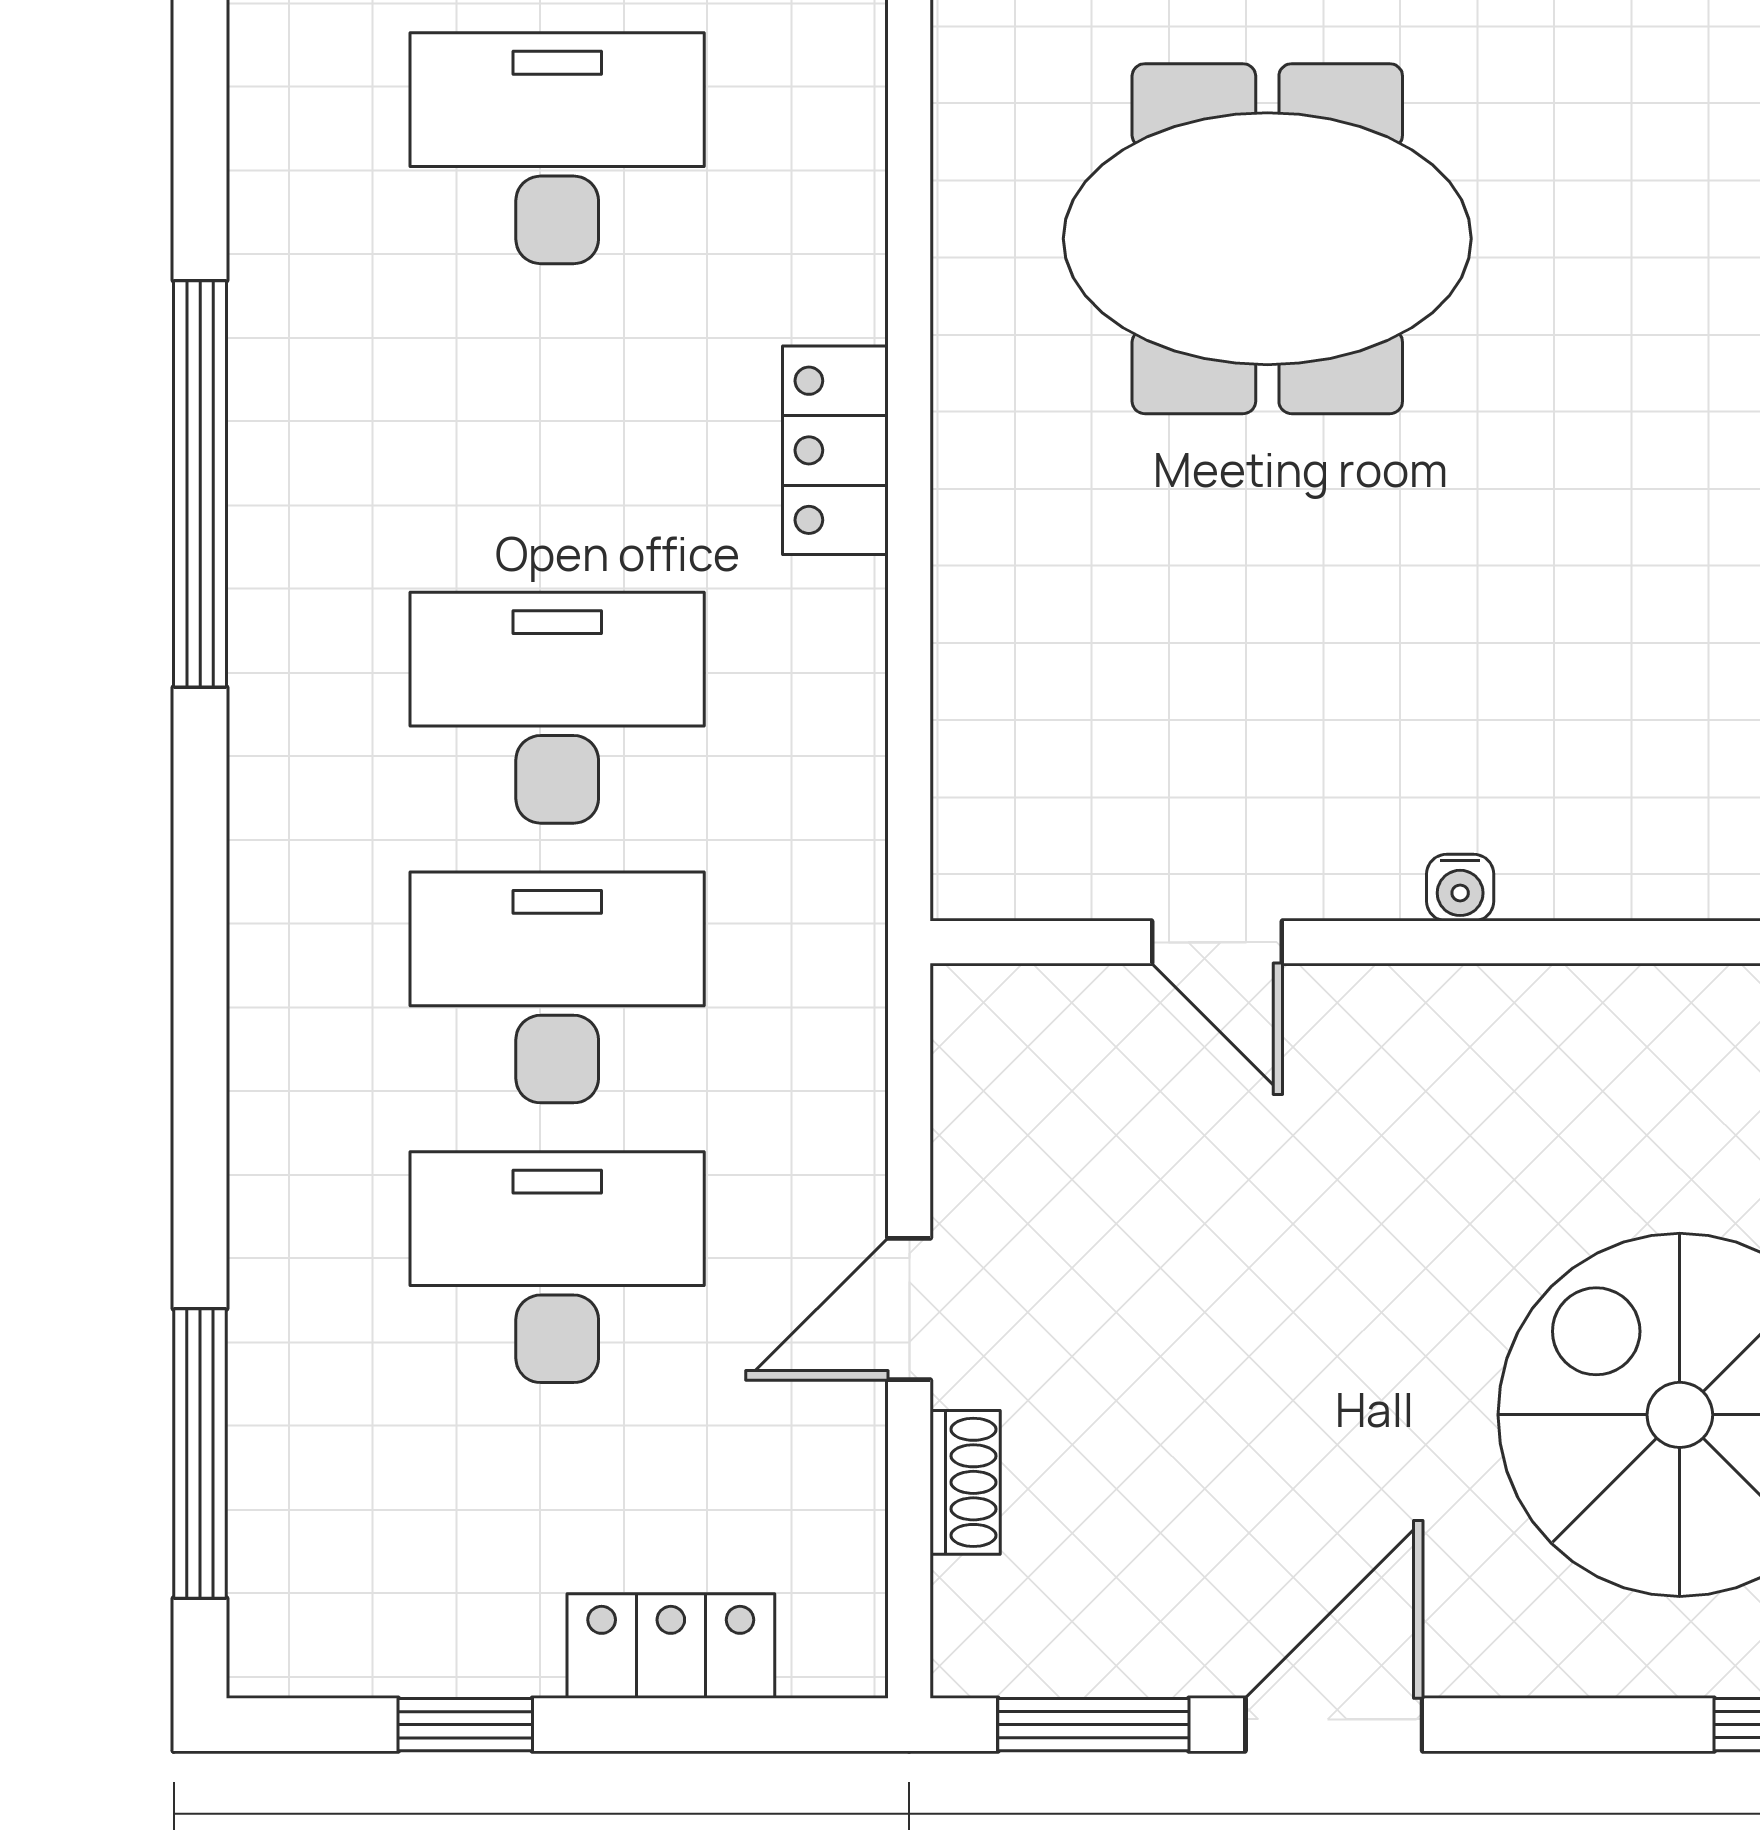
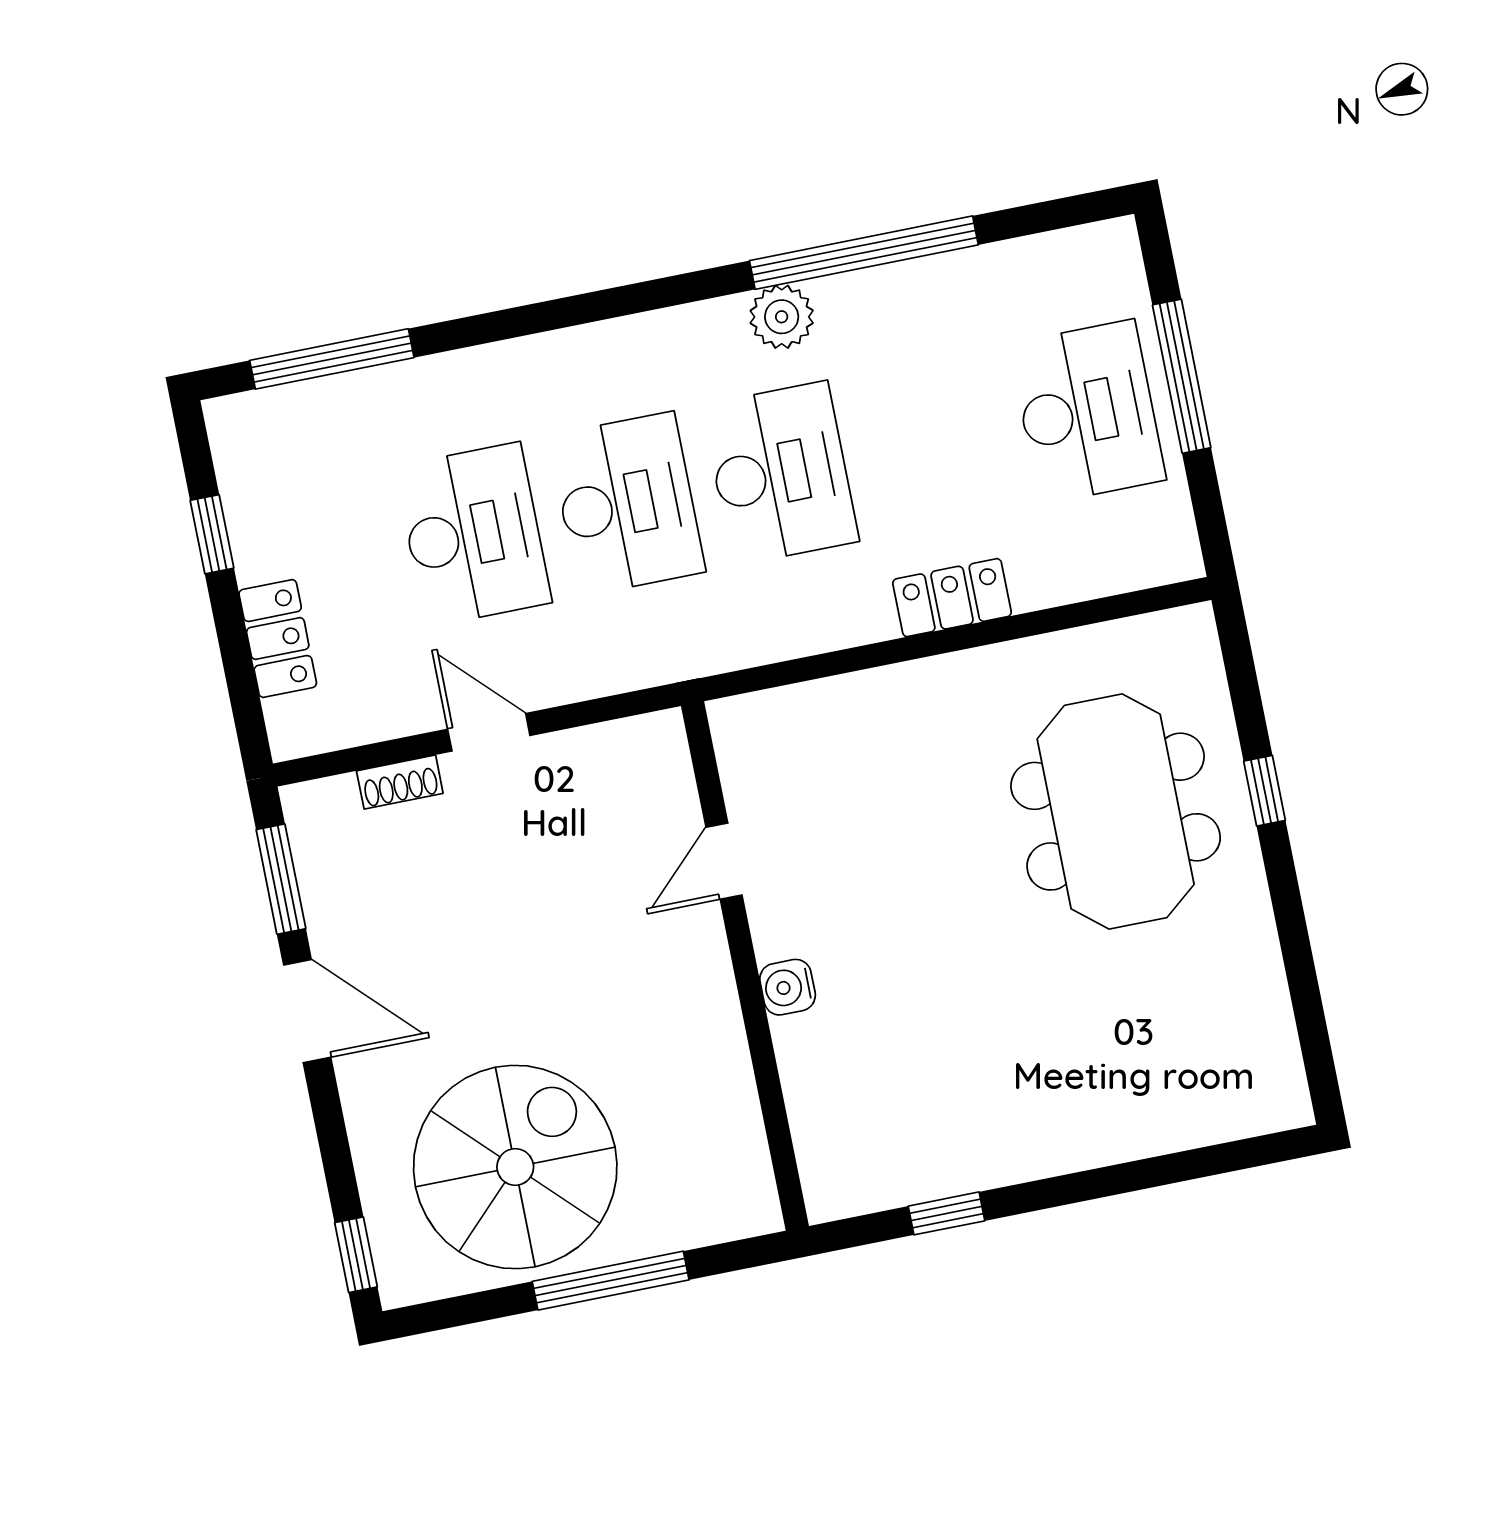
plant: (284, 651) -> (782, 317), added
water cooler: (1460, 888) -> (788, 987), width x1.38, depth x1.38

